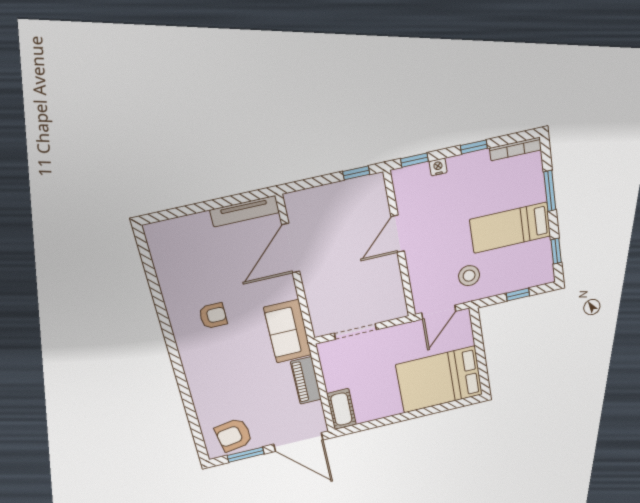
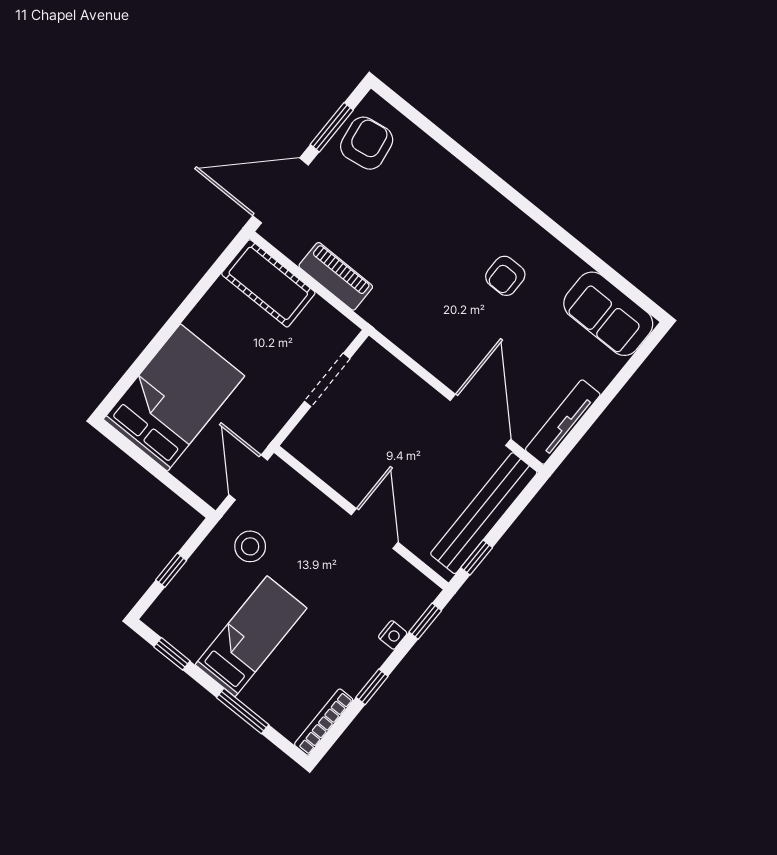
bench: (332, 195) -> (484, 513), added
sofa: (288, 331) -> (608, 314), moved, turned 180
cot: (341, 409) -> (268, 283), width x1.37, depth x1.34

